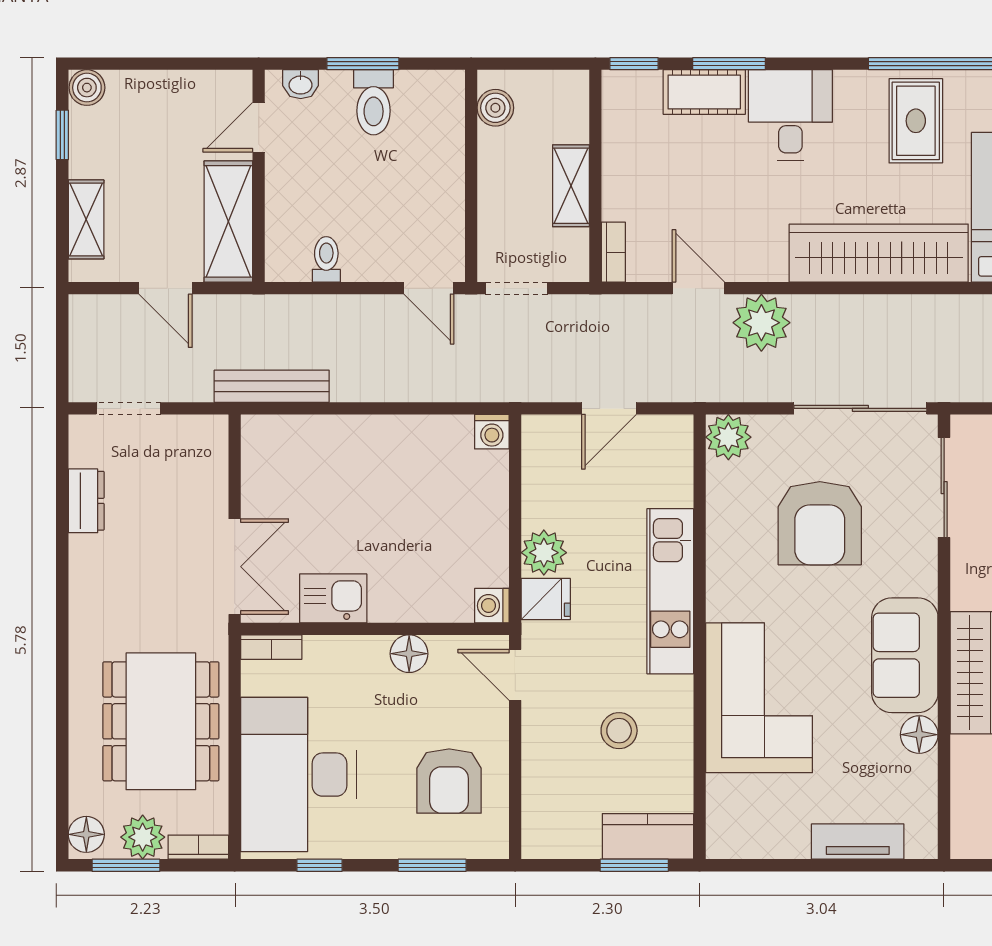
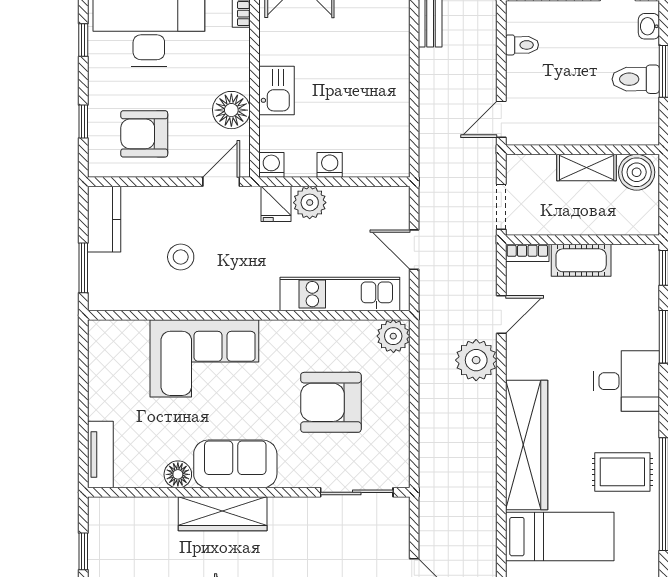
cot: (704, 92) -> (581, 260), moved, turned 90
boiler: (495, 108) -> (637, 172), width x1.36, depth x1.36
shelving: (571, 186) -> (587, 167), moved
doorway: (517, 288) -> (501, 207), moved
sliding door: (860, 408) -> (414, 432), removed
washing machine: (492, 432) -> (330, 165), moved, turned 90
kitchen unit: (670, 591) -> (340, 294), moved
kitchen sink: (333, 598) -> (276, 91), moved
floor lamp: (409, 654) -> (231, 110), width x1.38, depth x1.38
kitchen counter: (648, 836) -> (104, 219), moved
tv unit: (858, 842) -> (100, 455), moved
window: (432, 865) -> (83, 122), width x0.67

